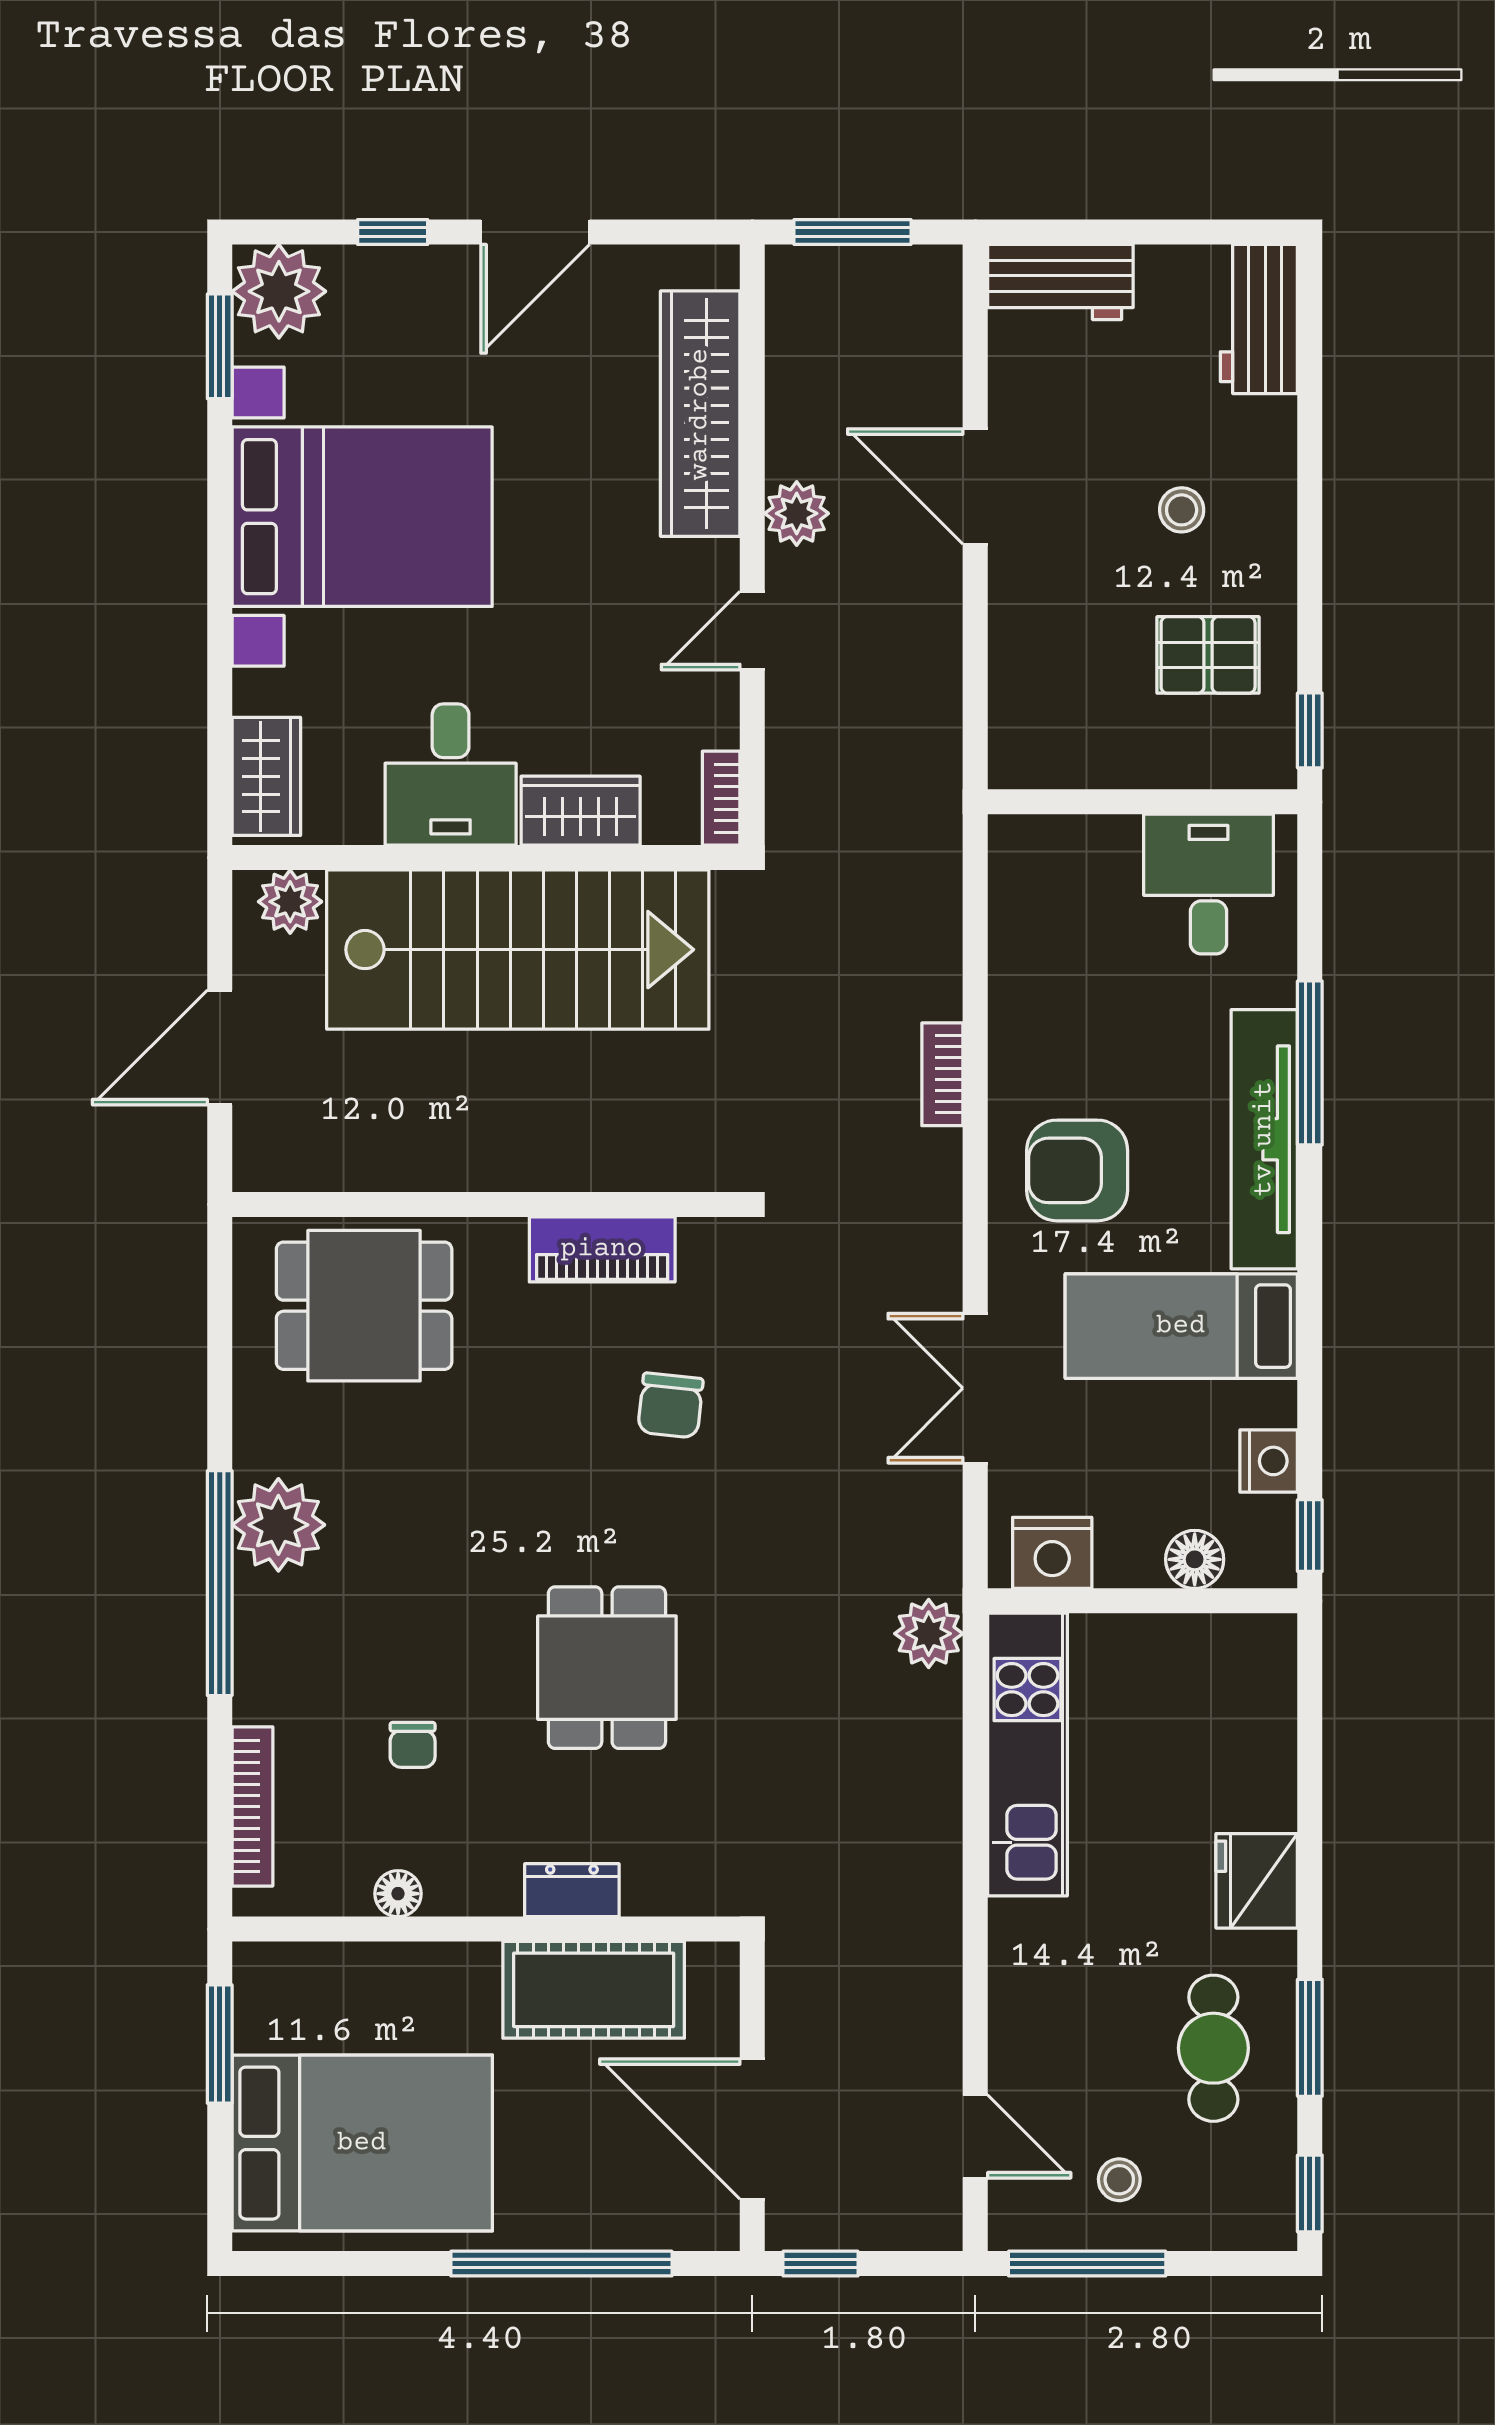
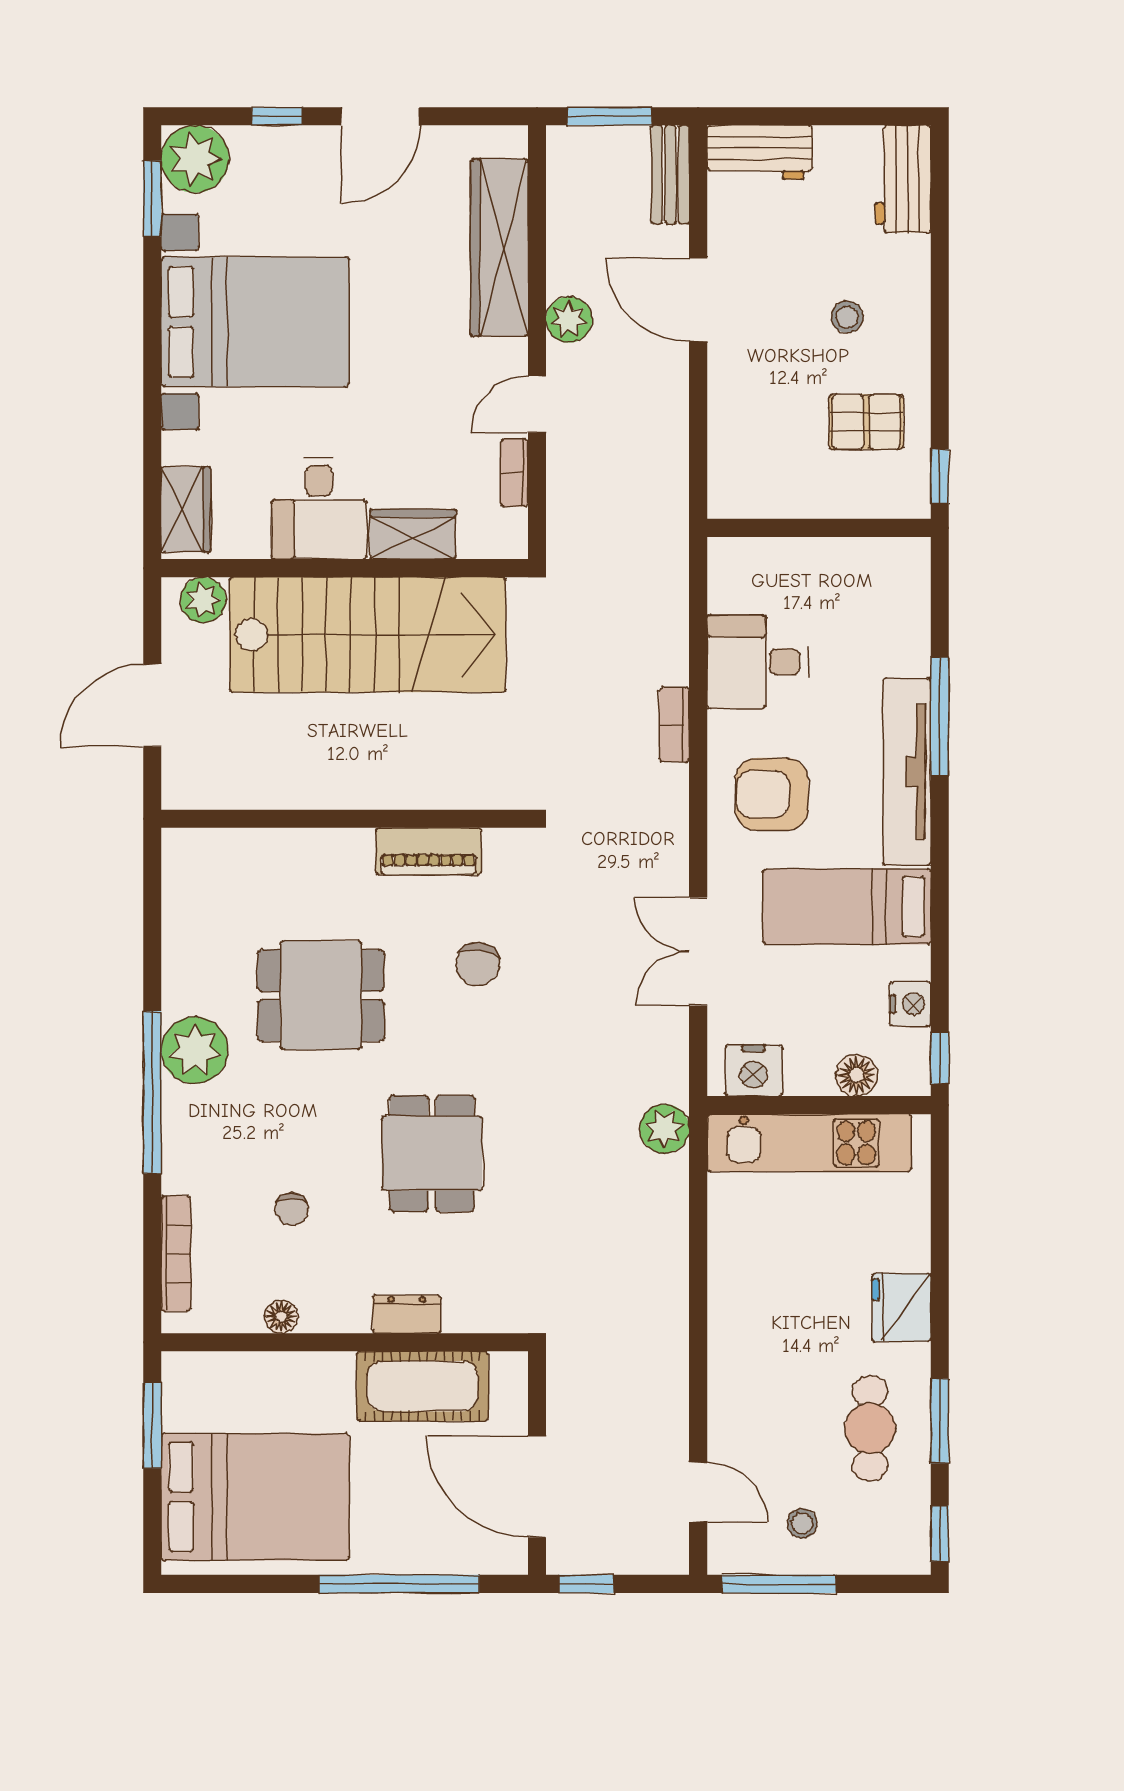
bench: (937, 313) -> (670, 175), added
bookcase: (721, 798) -> (515, 473), moved
desk: (1209, 884) -> (758, 662), moved, turned -90
dining table: (364, 1306) -> (321, 995), moved
kitchen unit: (1028, 1755) -> (809, 1143), moved, turned 90

